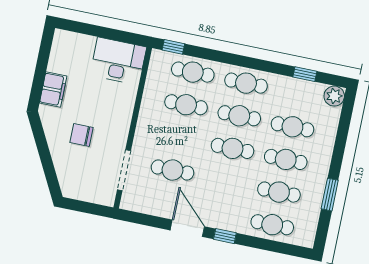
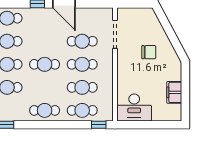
filing cabinet: (53, 90) -> (174, 92), moved
cafe table: (239, 116) -> (82, 64), moved

